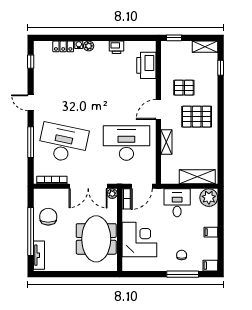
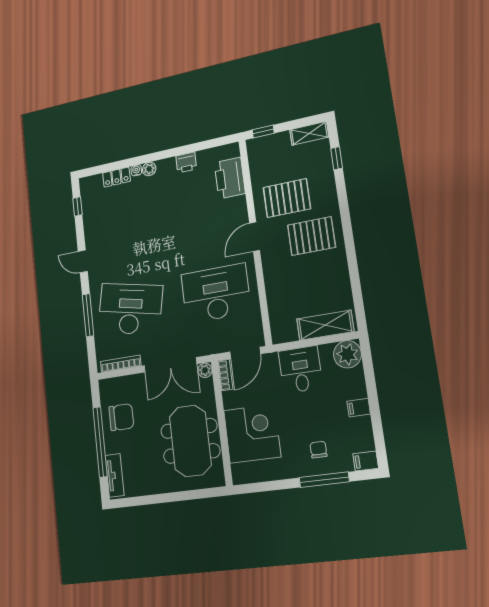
pallet: (184, 88) -> (287, 198), width x1.50, depth x1.42
shelving: (166, 142) -> (272, 282), removed
chair: (48, 217) -> (121, 417), turned 90

